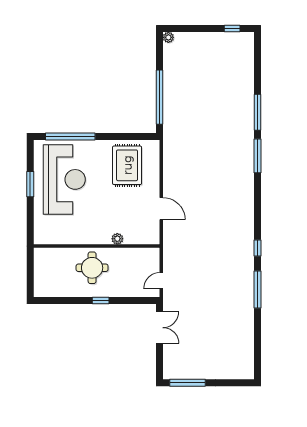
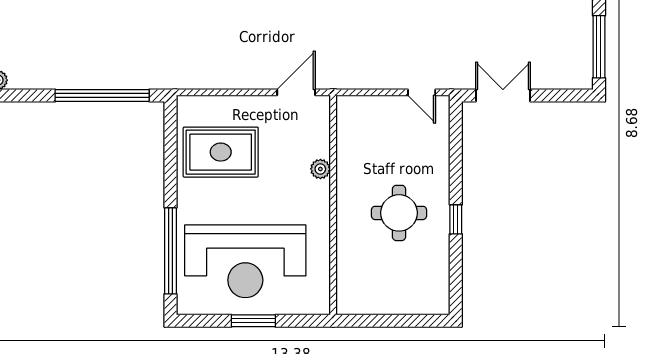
reception desk: (64, 179) -> (245, 261), turned 180
plant: (117, 239) -> (320, 169), moved
wall: (97, 246) -> (333, 205), moved
window: (101, 300) -> (456, 219), moved

